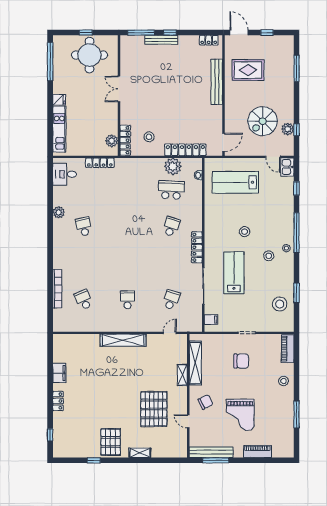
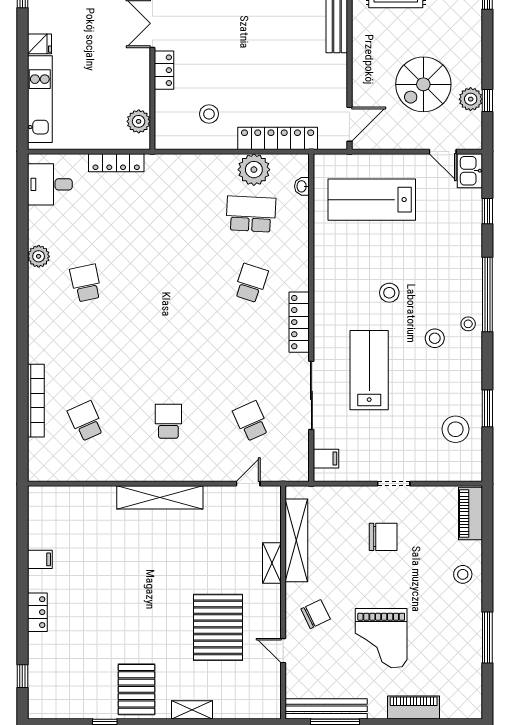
locker: (125, 140) -> (164, 70), moved, width x0.66
school desk: (171, 300) -> (251, 421), turned -42
filing cabinet: (59, 373) -> (40, 559), width x0.50

